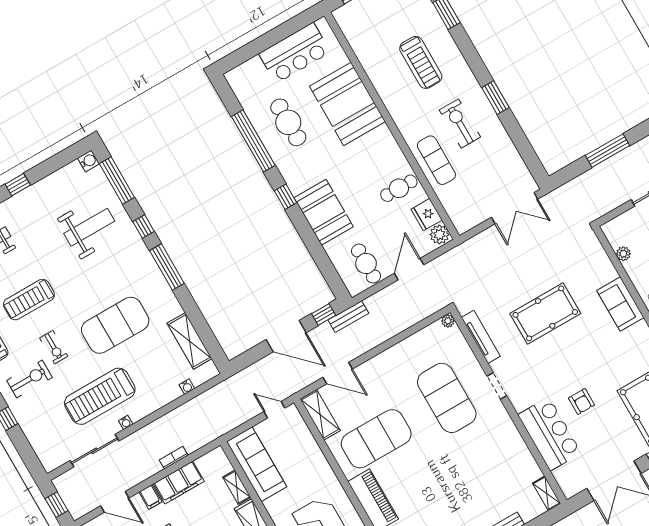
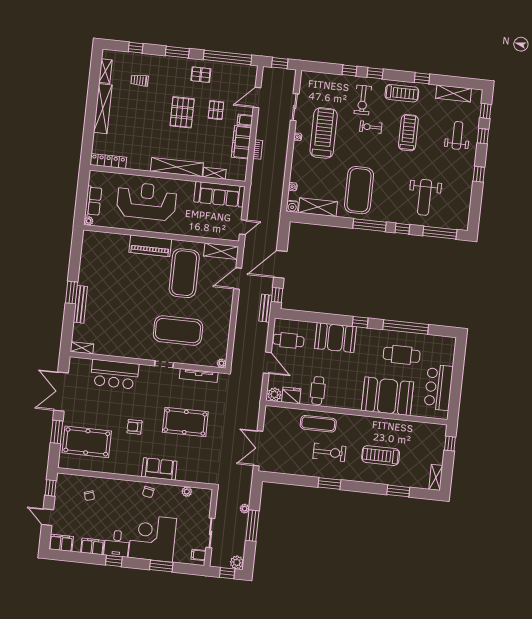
water cooler: (88, 161) -> (292, 206), moved
plant: (595, 174) -> (245, 509), added
pool table: (545, 313) -> (185, 422), turned 90
exercise mat: (115, 325) -> (359, 190), moved
armchair: (582, 401) -> (134, 427), moved
sliding door: (94, 451) -> (295, 107), width x0.73

